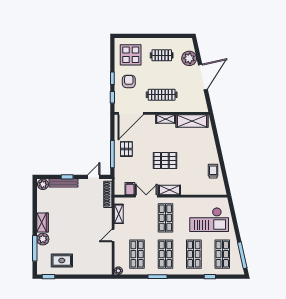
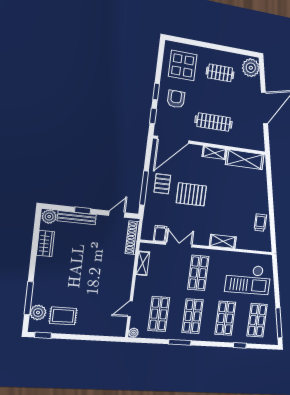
plant: (189, 58) -> (251, 68), moved
pallet: (165, 161) -> (191, 194), moved
shelving: (169, 190) -> (223, 241), moved
wardrobe: (42, 223) -> (45, 244), moved
door: (113, 235) -> (130, 309), moved
plant: (43, 239) -> (38, 312), moved

